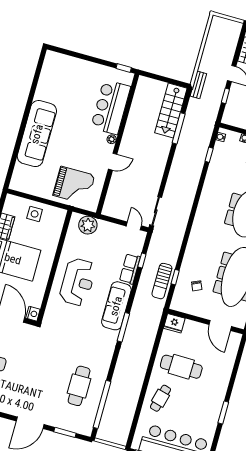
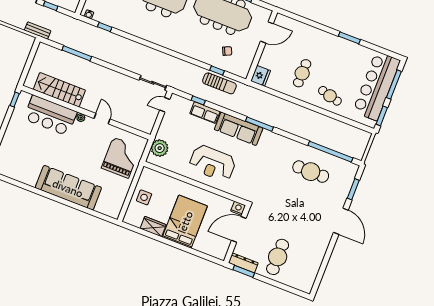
stairs: (171, 110) -> (59, 90), moved, turned 180
reception desk: (78, 282) -> (212, 163), turned 180
cafe table: (181, 367) -> (302, 73), width x0.73, depth x0.74

